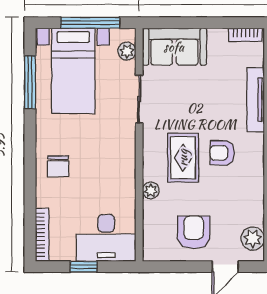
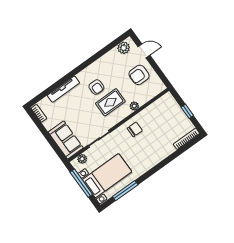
chair: (58, 166) -> (135, 129), moved
desk: (106, 238) -> (168, 111), removed

